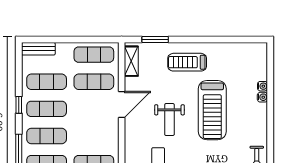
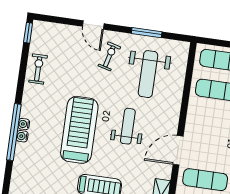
water cooler: (263, 86) -> (24, 124), moved
window: (270, 100) -> (14, 132), added

